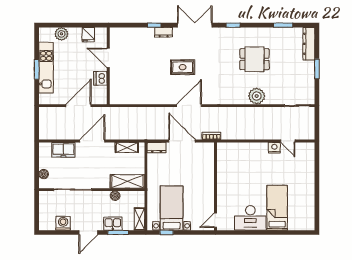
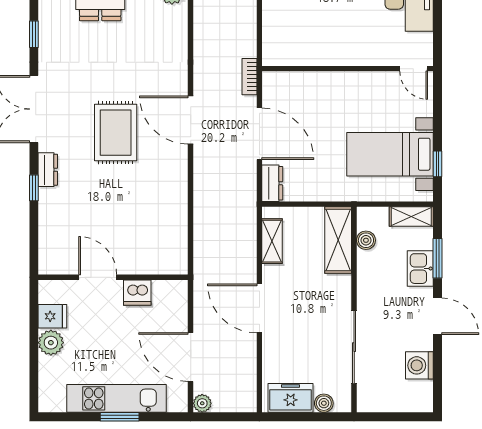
plant: (61, 34) -> (51, 343), moved
door: (108, 58) -> (98, 277), swing flipped
rug: (183, 67) -> (116, 133), width x1.36, depth x1.43
door: (79, 106) -> (191, 357), moved
plant: (44, 112) -> (202, 403), added
door: (182, 141) -> (259, 134), swing flipped
freezer: (63, 150) -> (291, 398), moved, turned -90
boiler: (115, 196) -> (366, 240), moved

